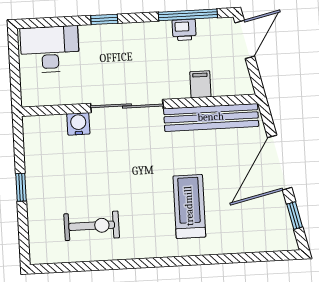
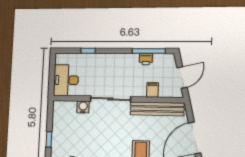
window: (104, 19) -> (88, 51), moved
door: (245, 39) -> (182, 77), moved
desk: (50, 49) -> (66, 80), moved, turned -90

